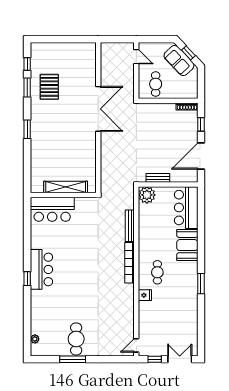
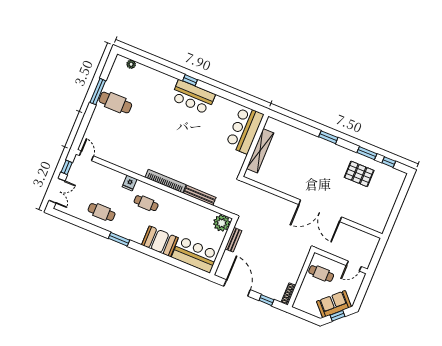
cafe table: (182, 310) -> (102, 212), added

